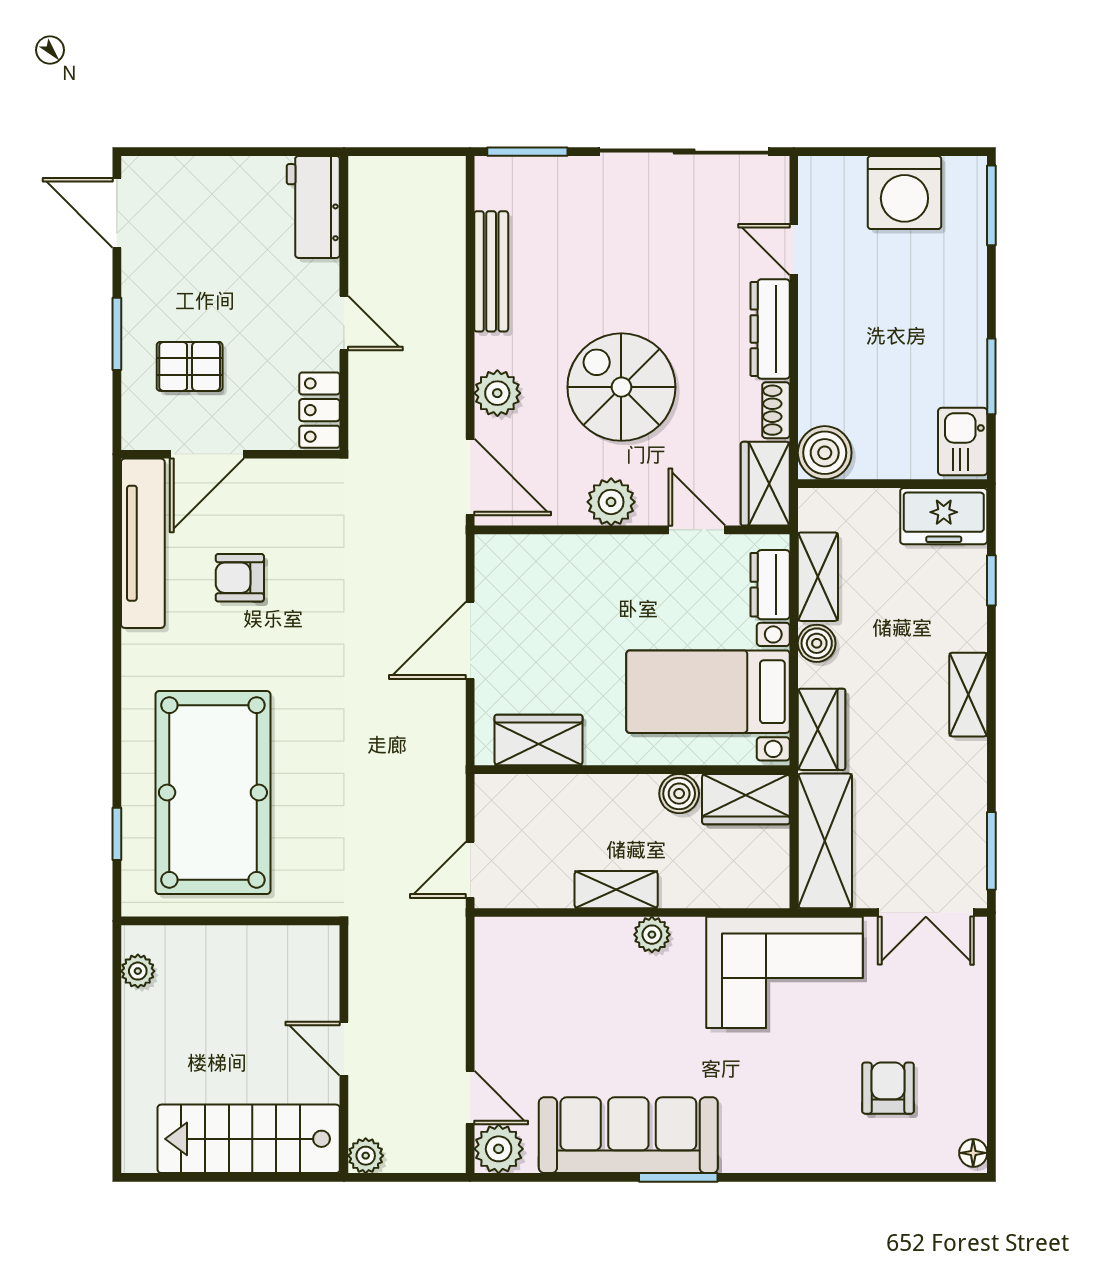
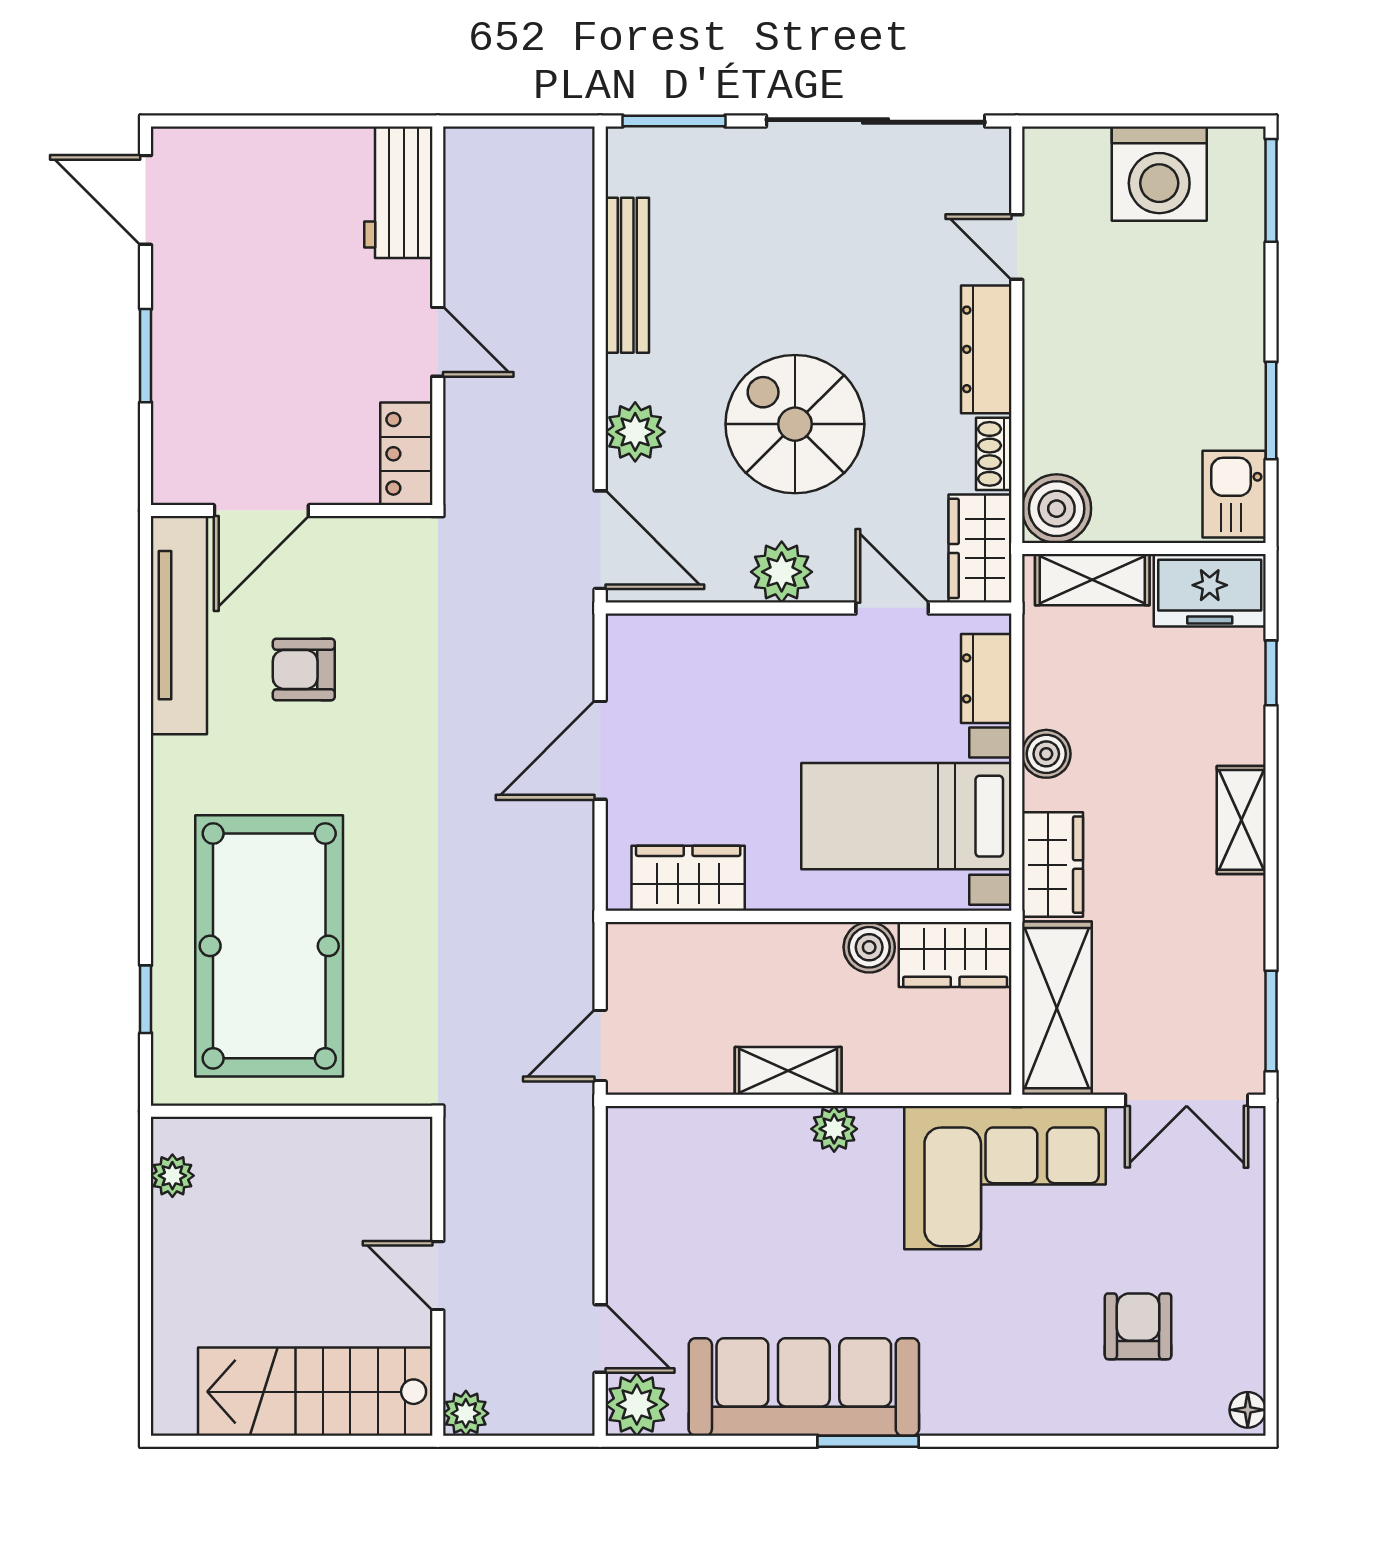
pallet: (190, 366) -> (239, 398), removed
shelving: (818, 577) -> (1092, 580), moved, turned 90

